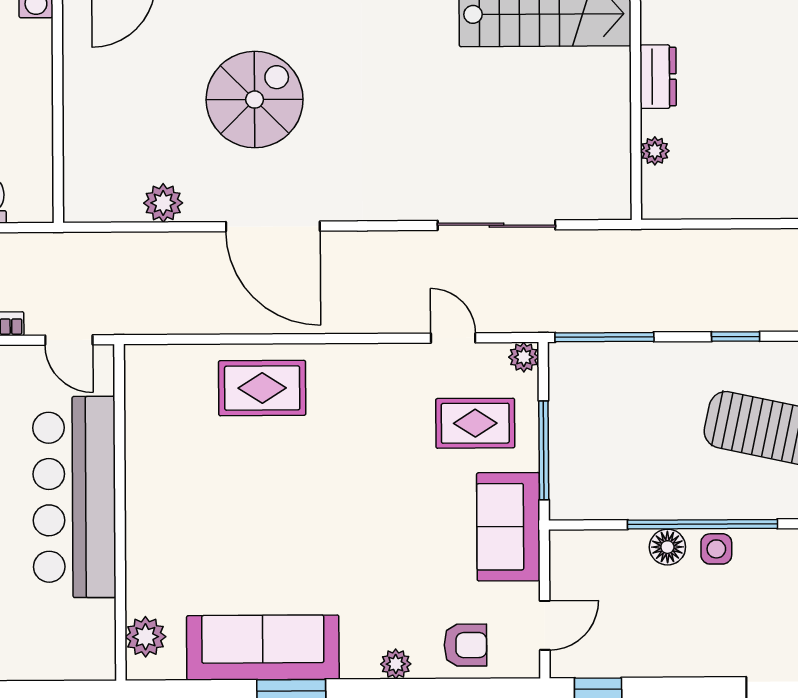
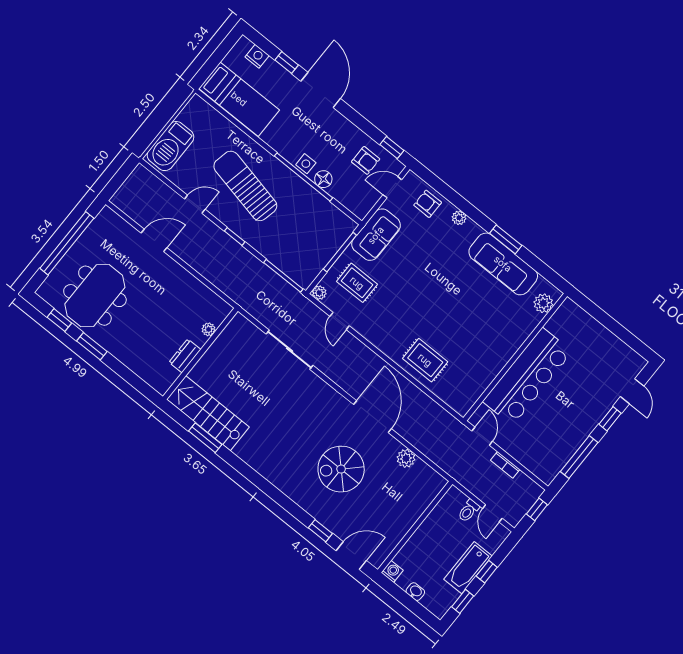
armchair: (624, 633) -> (366, 160), added

